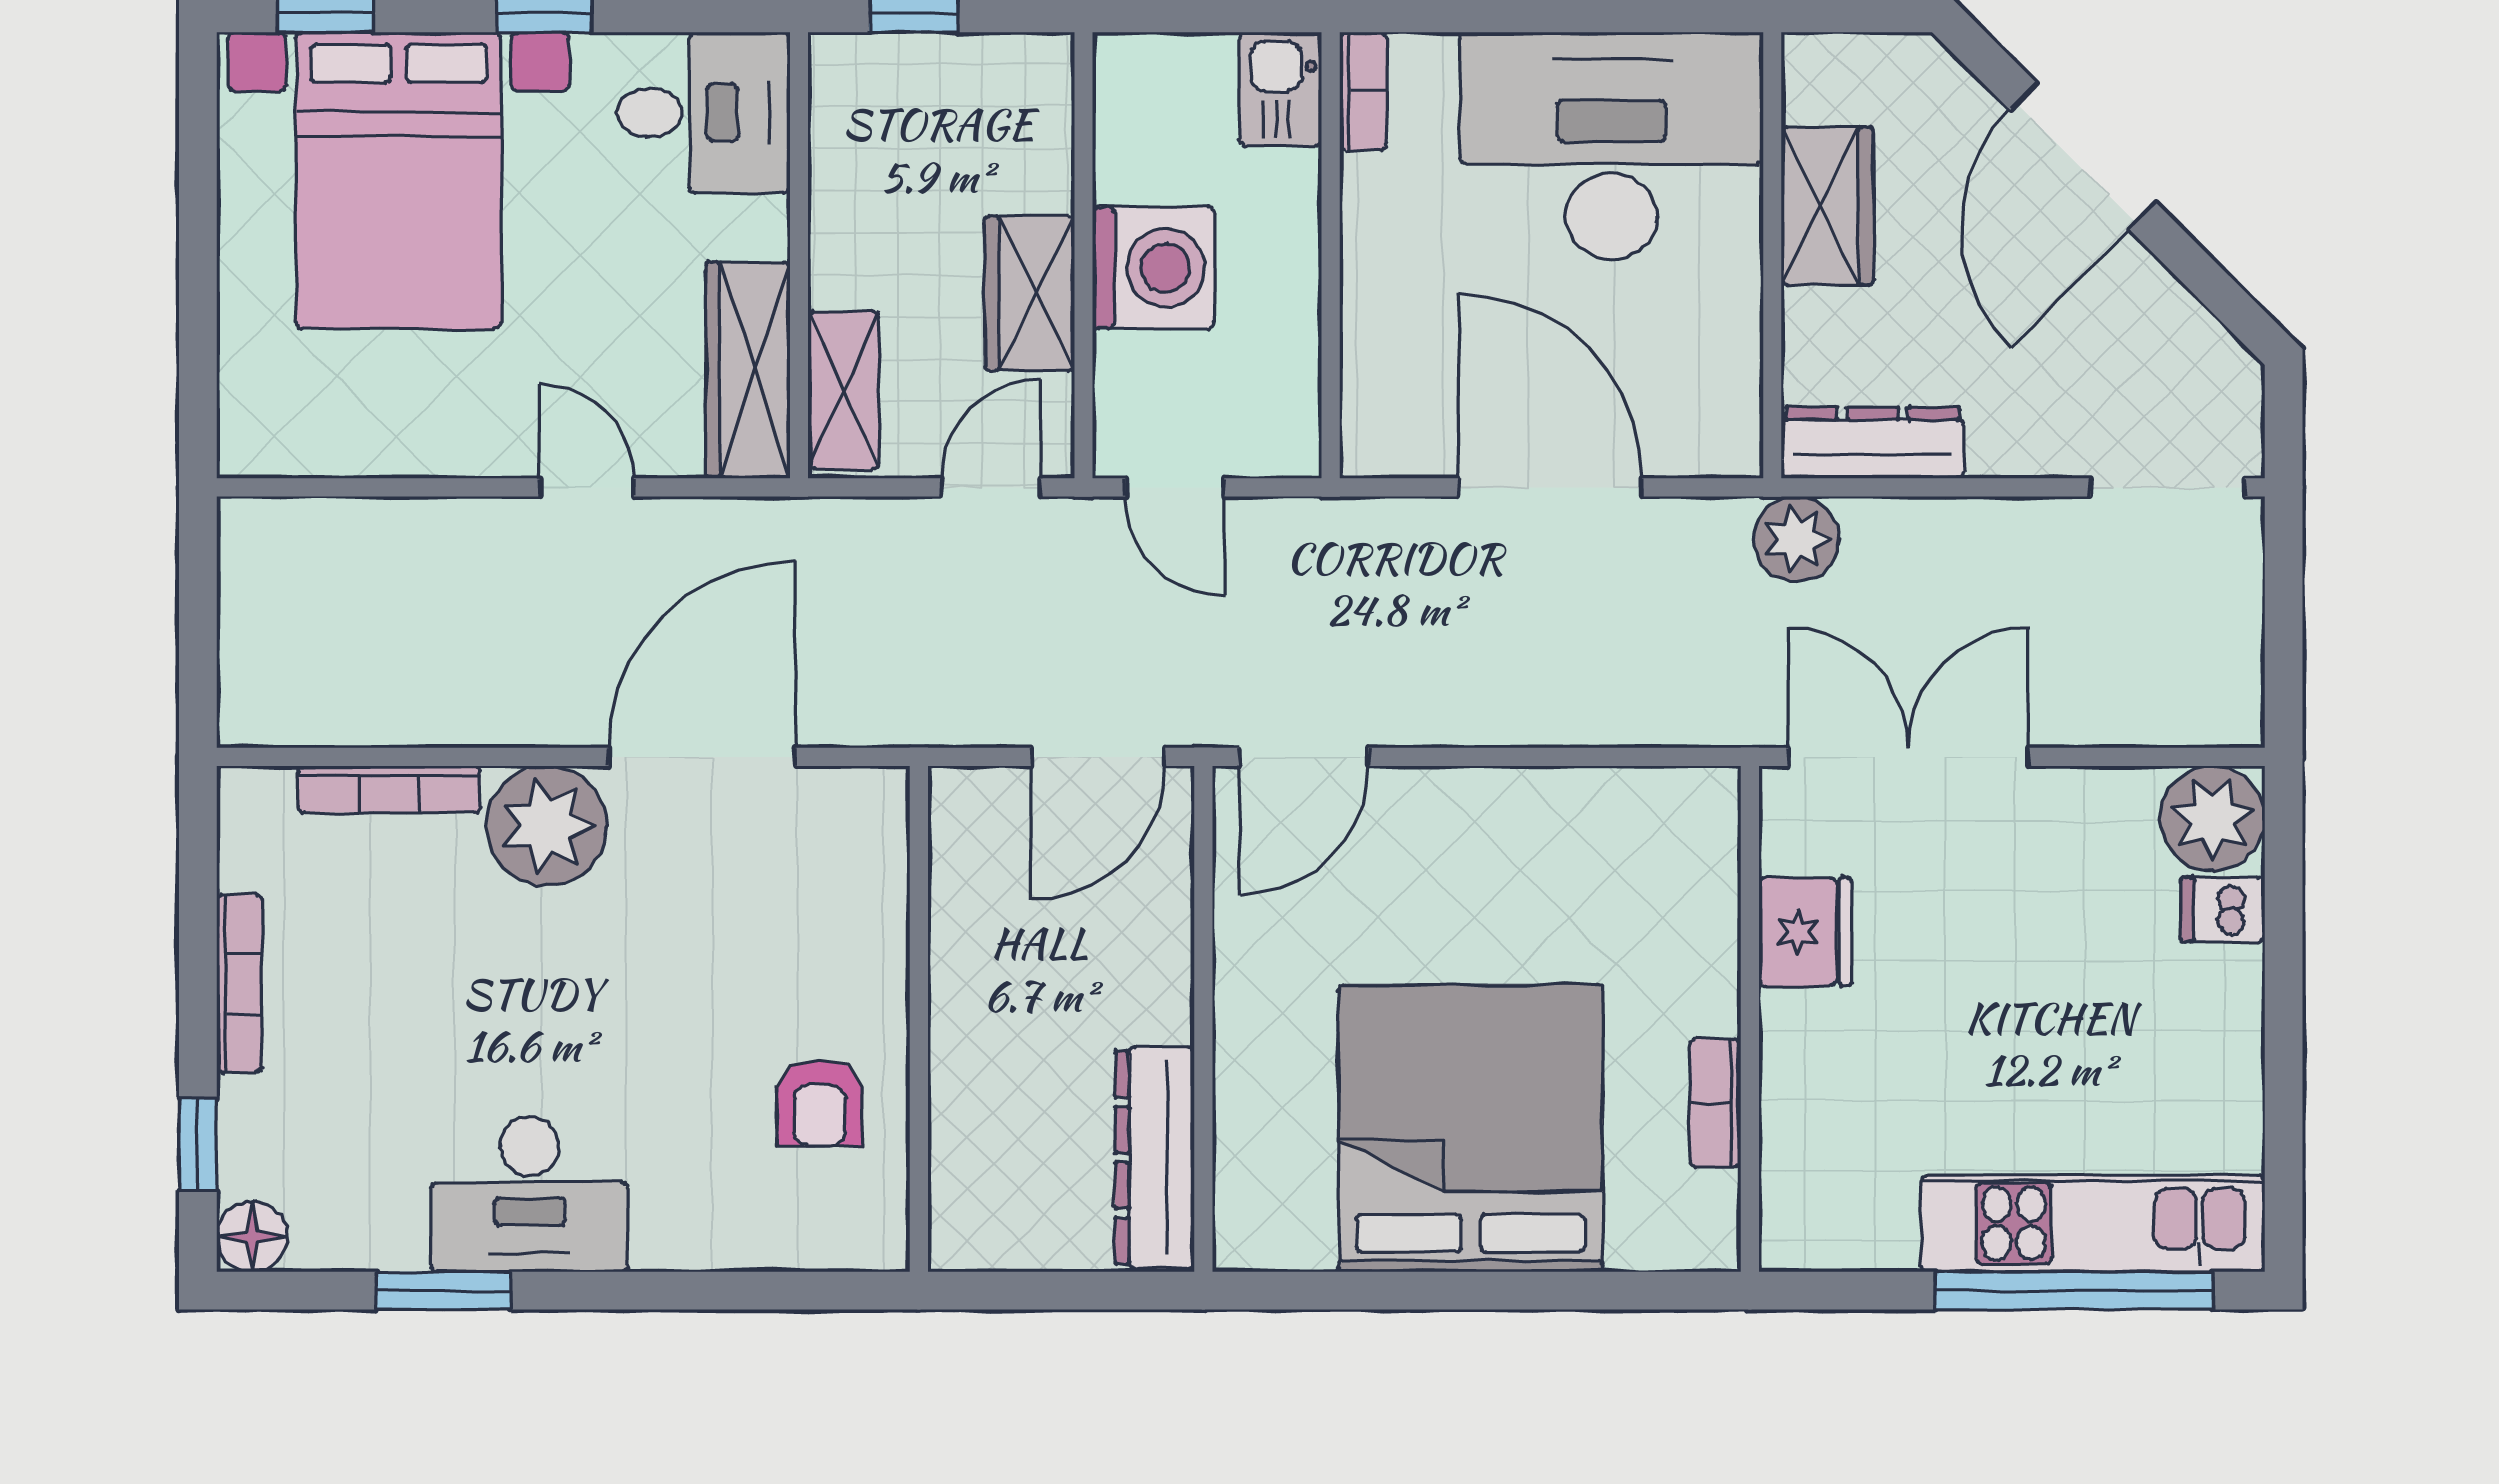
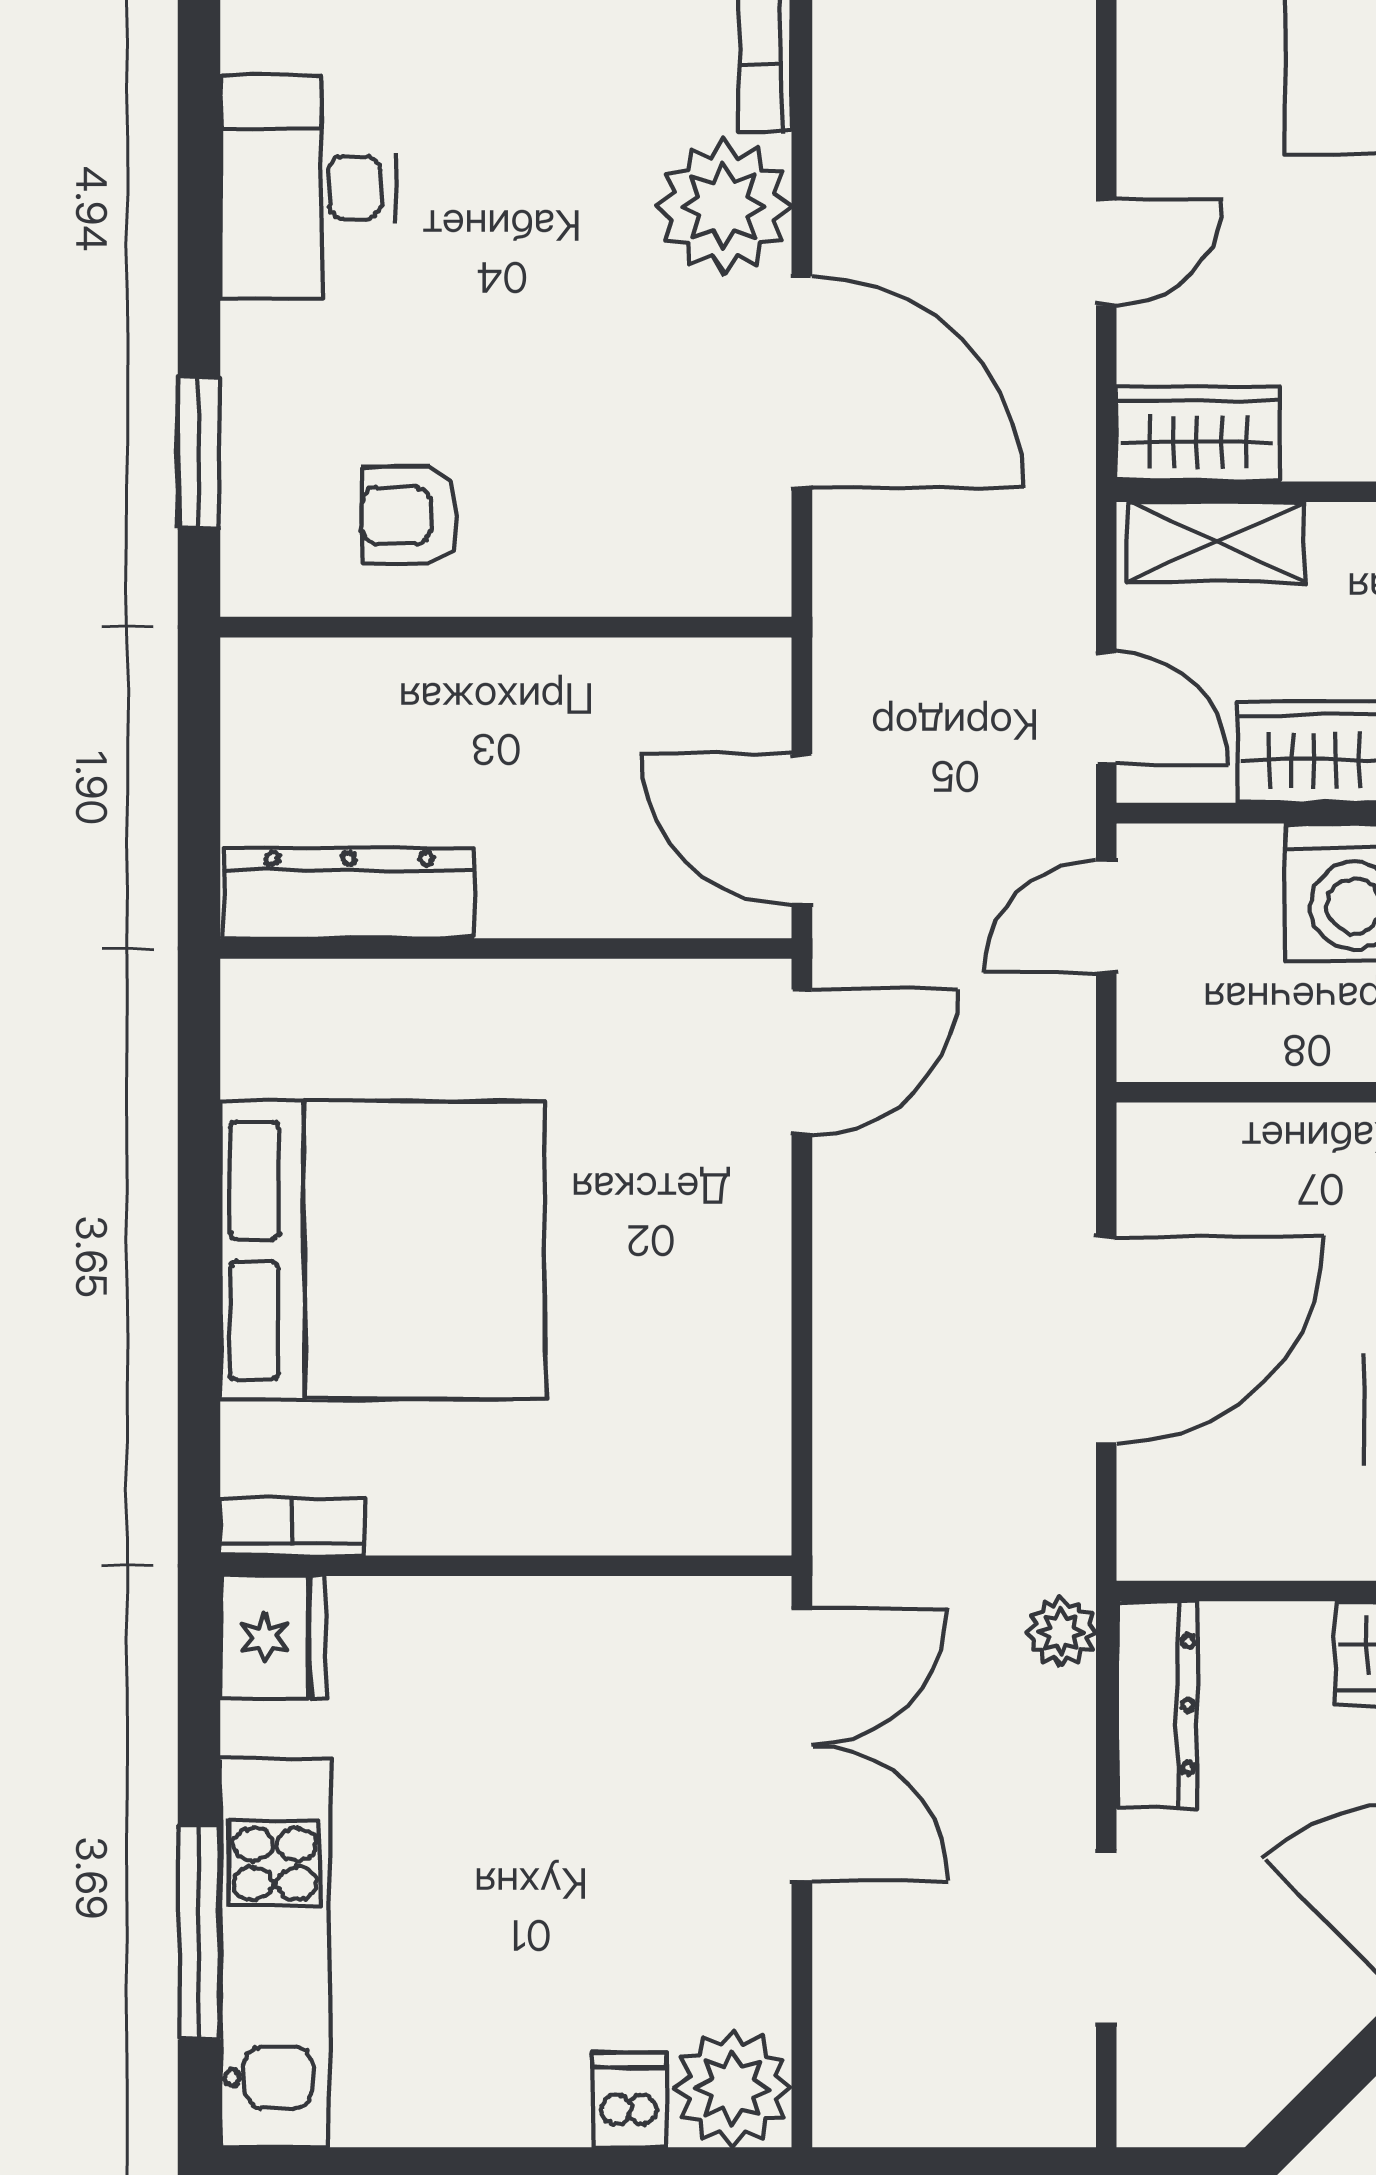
wardrobe: (748, 370) -> (1198, 434), width x0.67
doorway: (2168, 487) -> (1106, 1938), moved
plant: (1797, 539) -> (1061, 1632), width x0.73, depth x0.73
door: (1304, 757) -> (802, 1062), swing flipped
fridge: (1805, 932) -> (273, 1637), moved, turned -90
bookcase: (1715, 1103) -> (292, 1527), moved
window: (443, 1291) -> (199, 452), moved
window: (2074, 1291) -> (199, 1932), width x0.68

